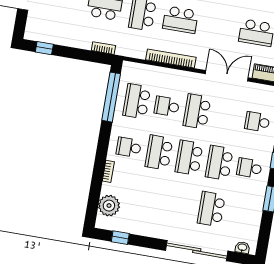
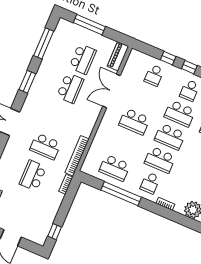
school desk: (180, 20) -> (70, 88), moved
bookcase: (171, 59) -> (77, 156), moved
window: (111, 97) -> (121, 194), moved
school desk: (167, 106) -> (124, 145), removed

